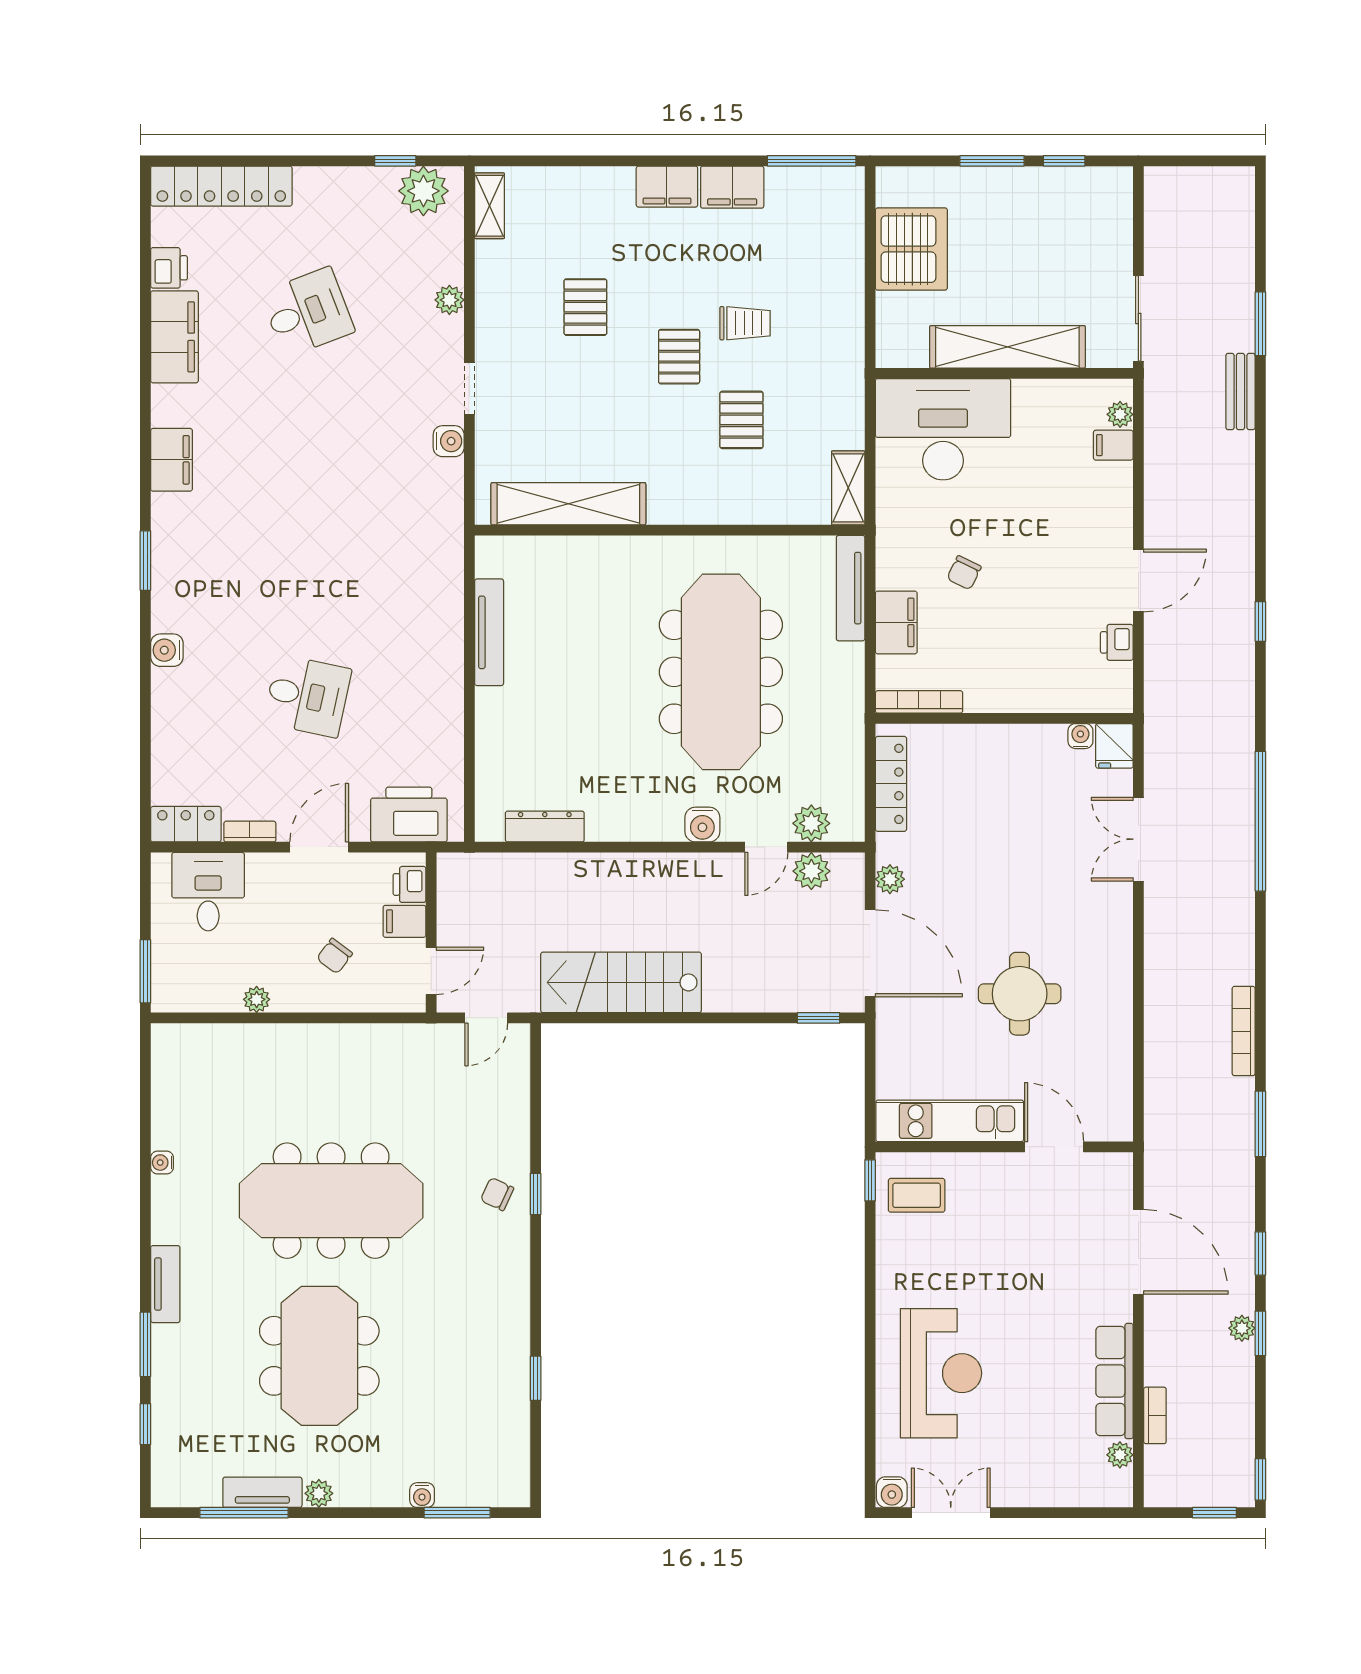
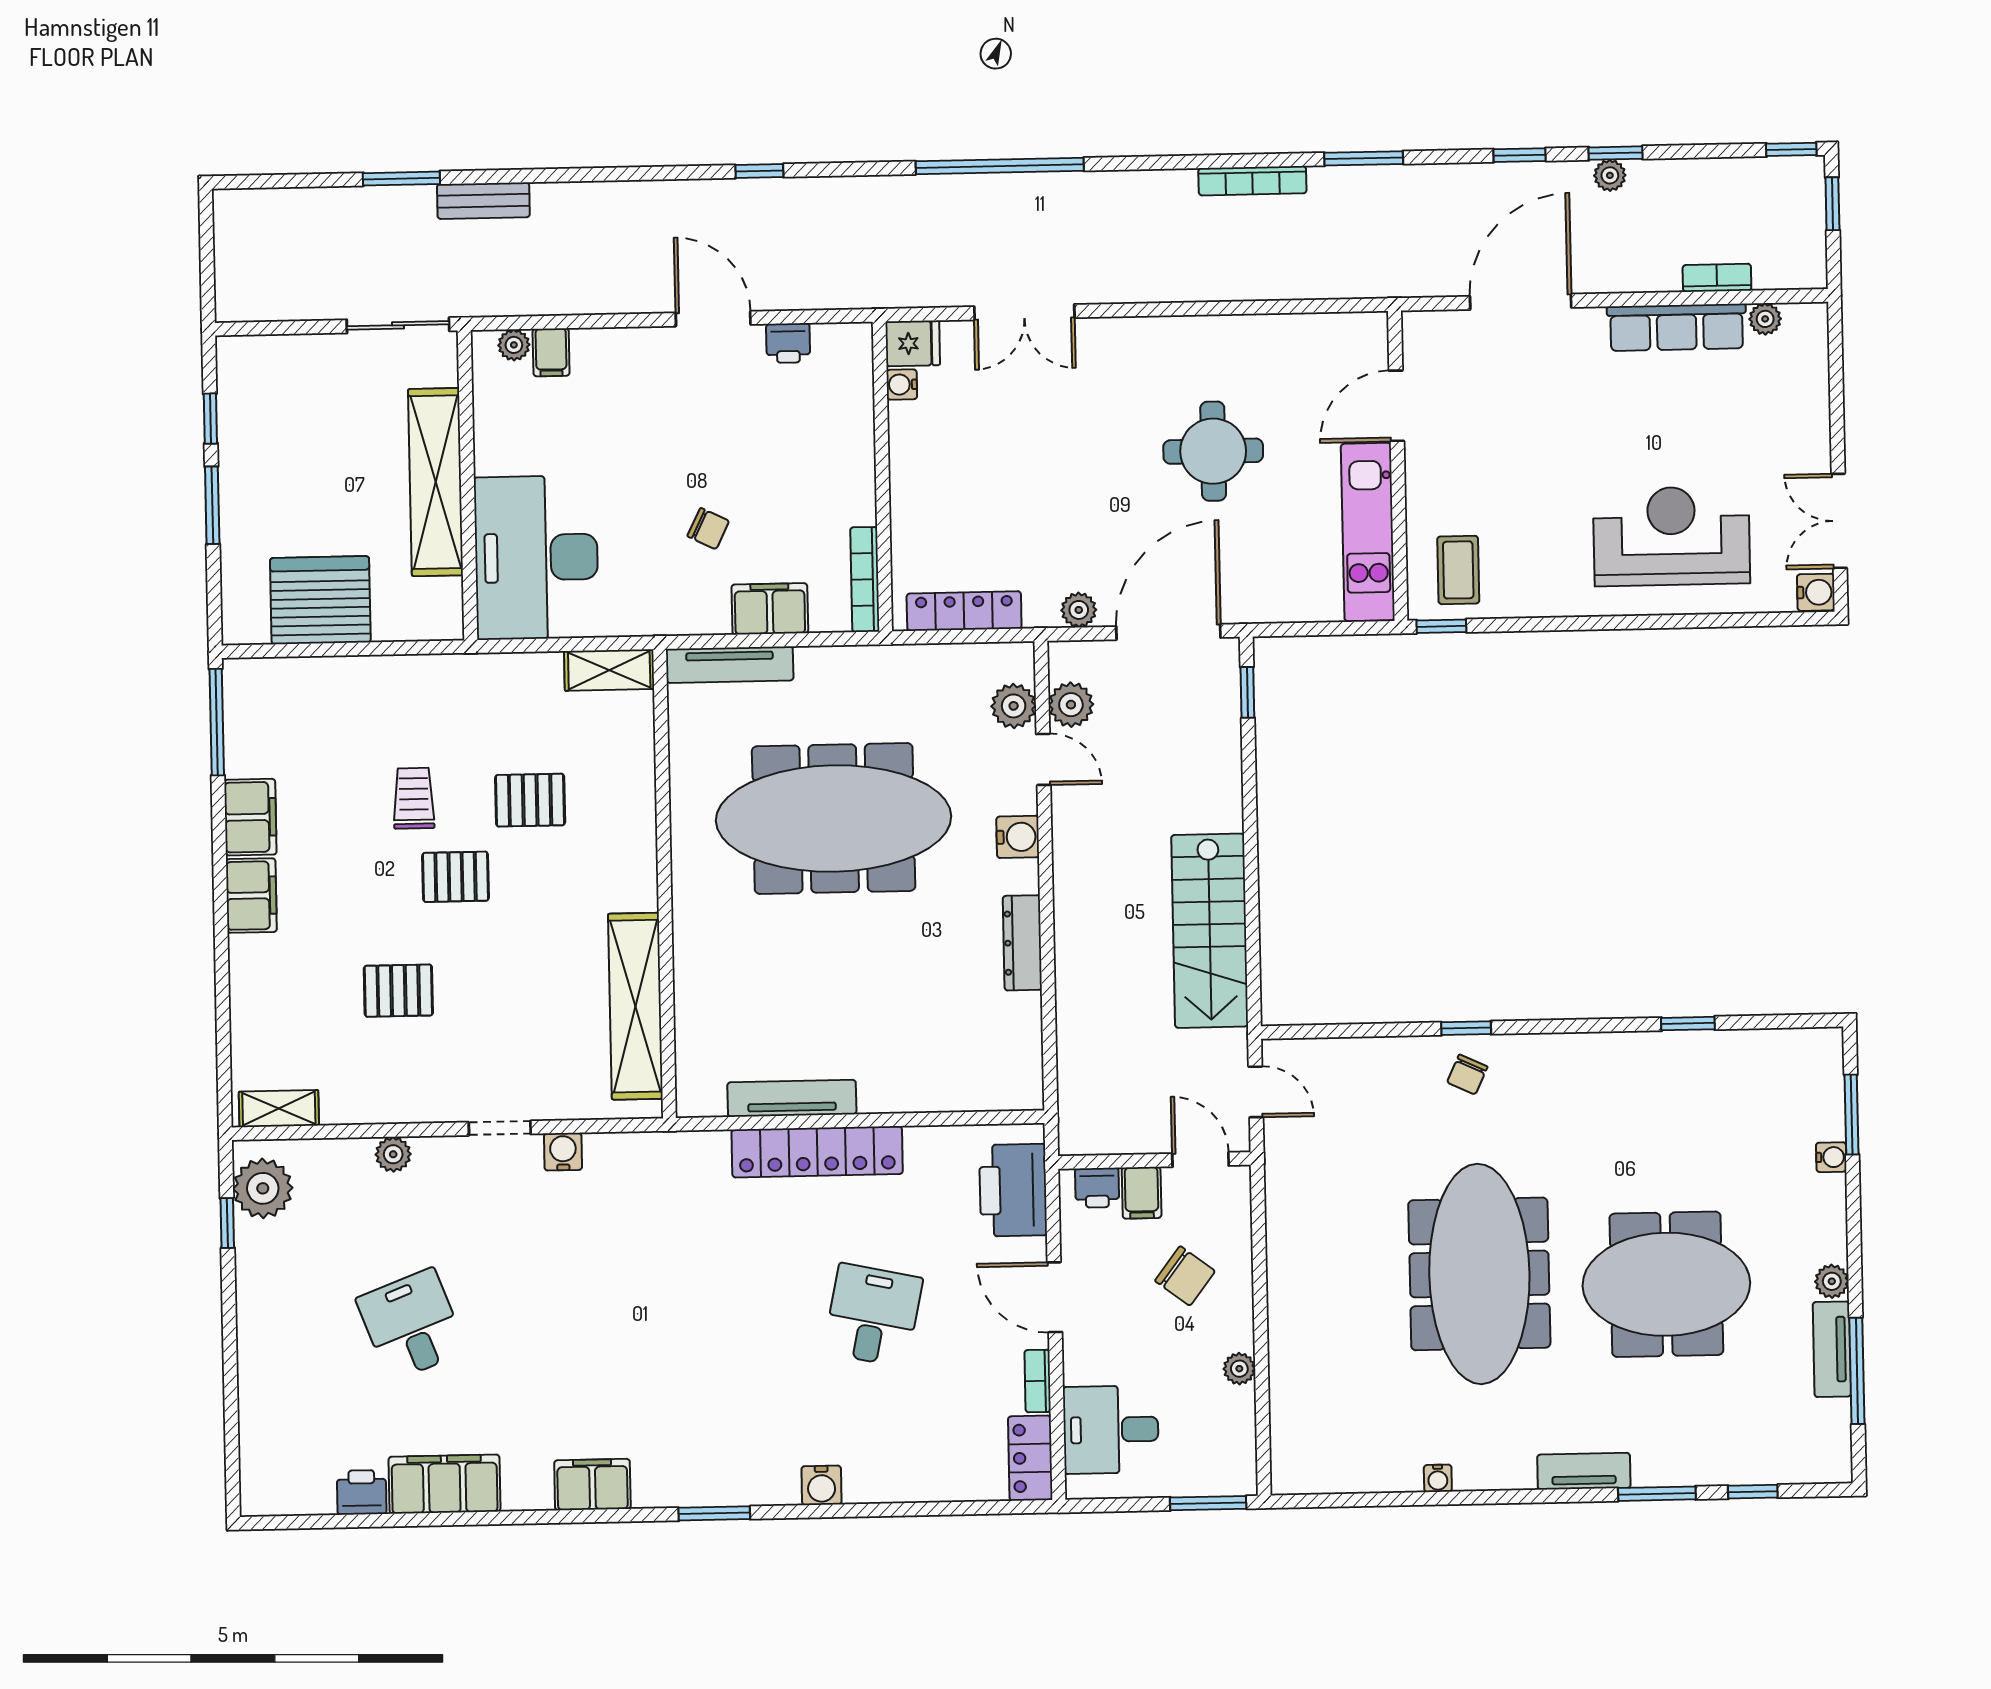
locker: (221, 186) -> (817, 1152), moved, turned 90
dresser: (545, 827) -> (1022, 943), moved
chair: (335, 956) -> (1185, 1276), width x1.37, depth x1.37

